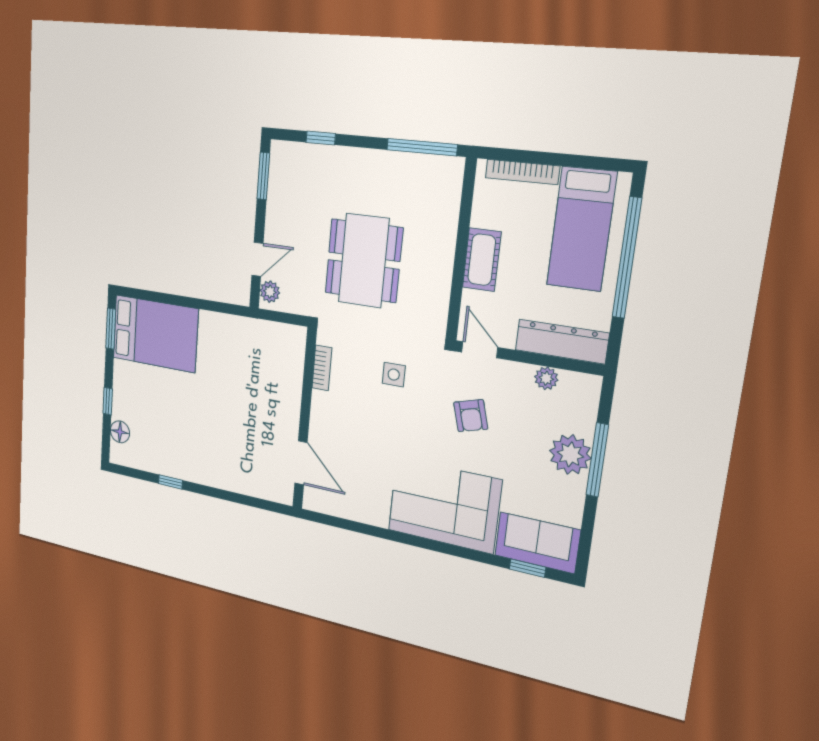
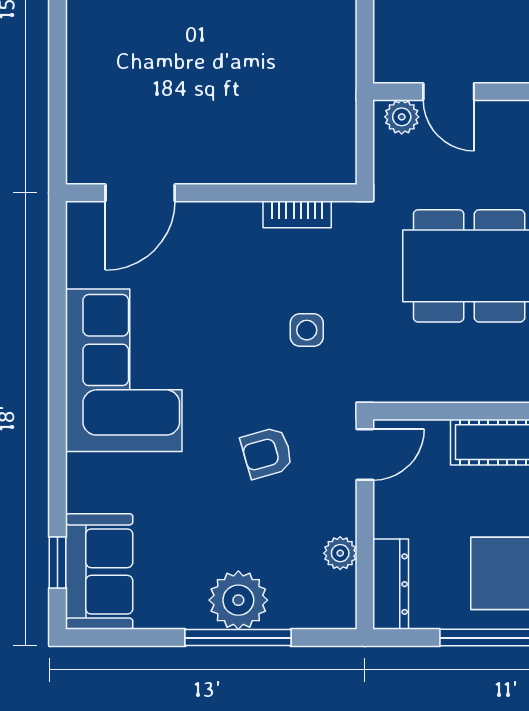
dresser: (562, 342) -> (391, 584), width x0.73, depth x0.80
corner sofa: (444, 505) -> (124, 370), moved

